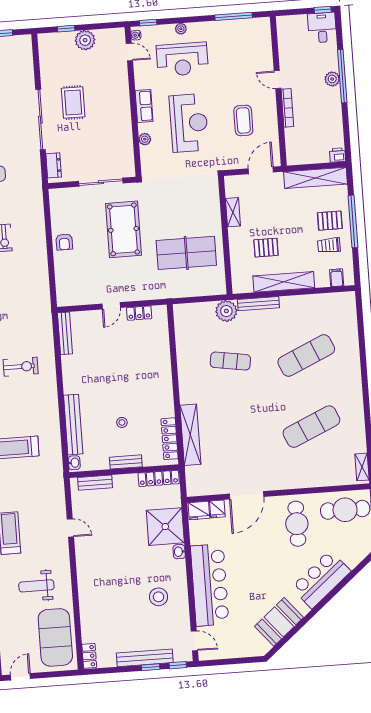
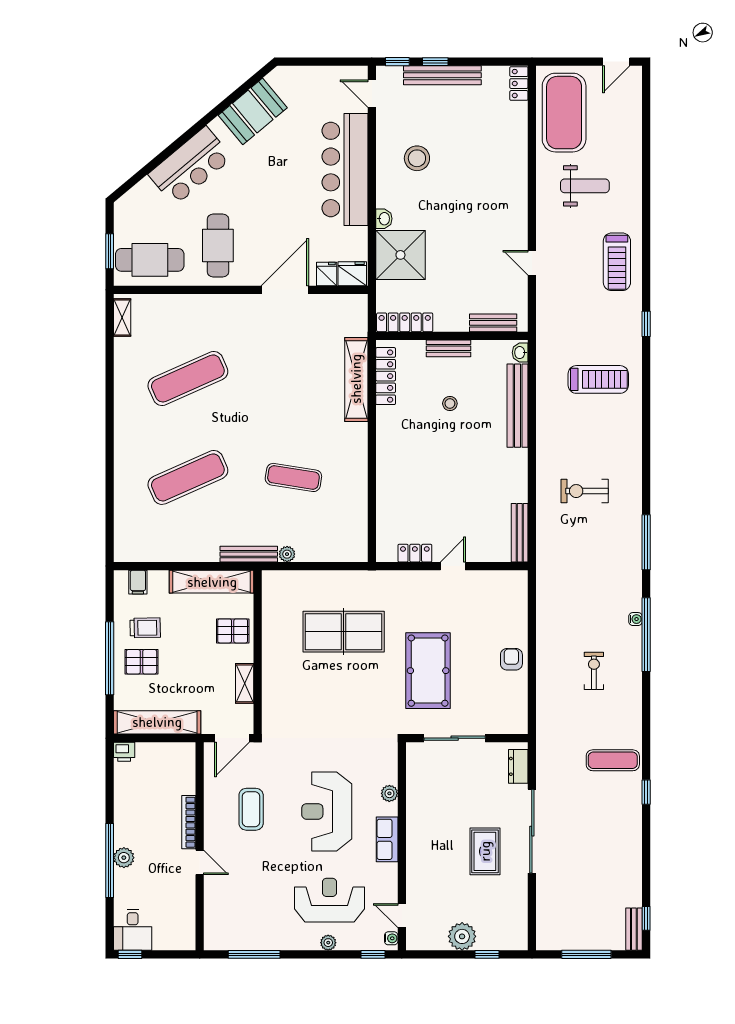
shelving: (233, 212) -> (245, 683), moved
wall: (225, 235) -> (258, 652), moved
plant: (226, 311) -> (287, 554), width x0.53, depth x0.53

